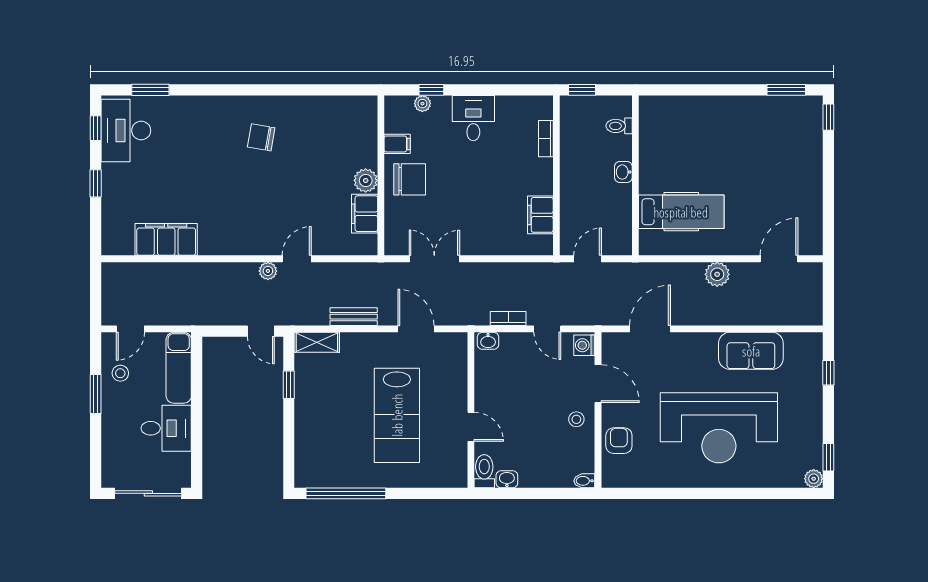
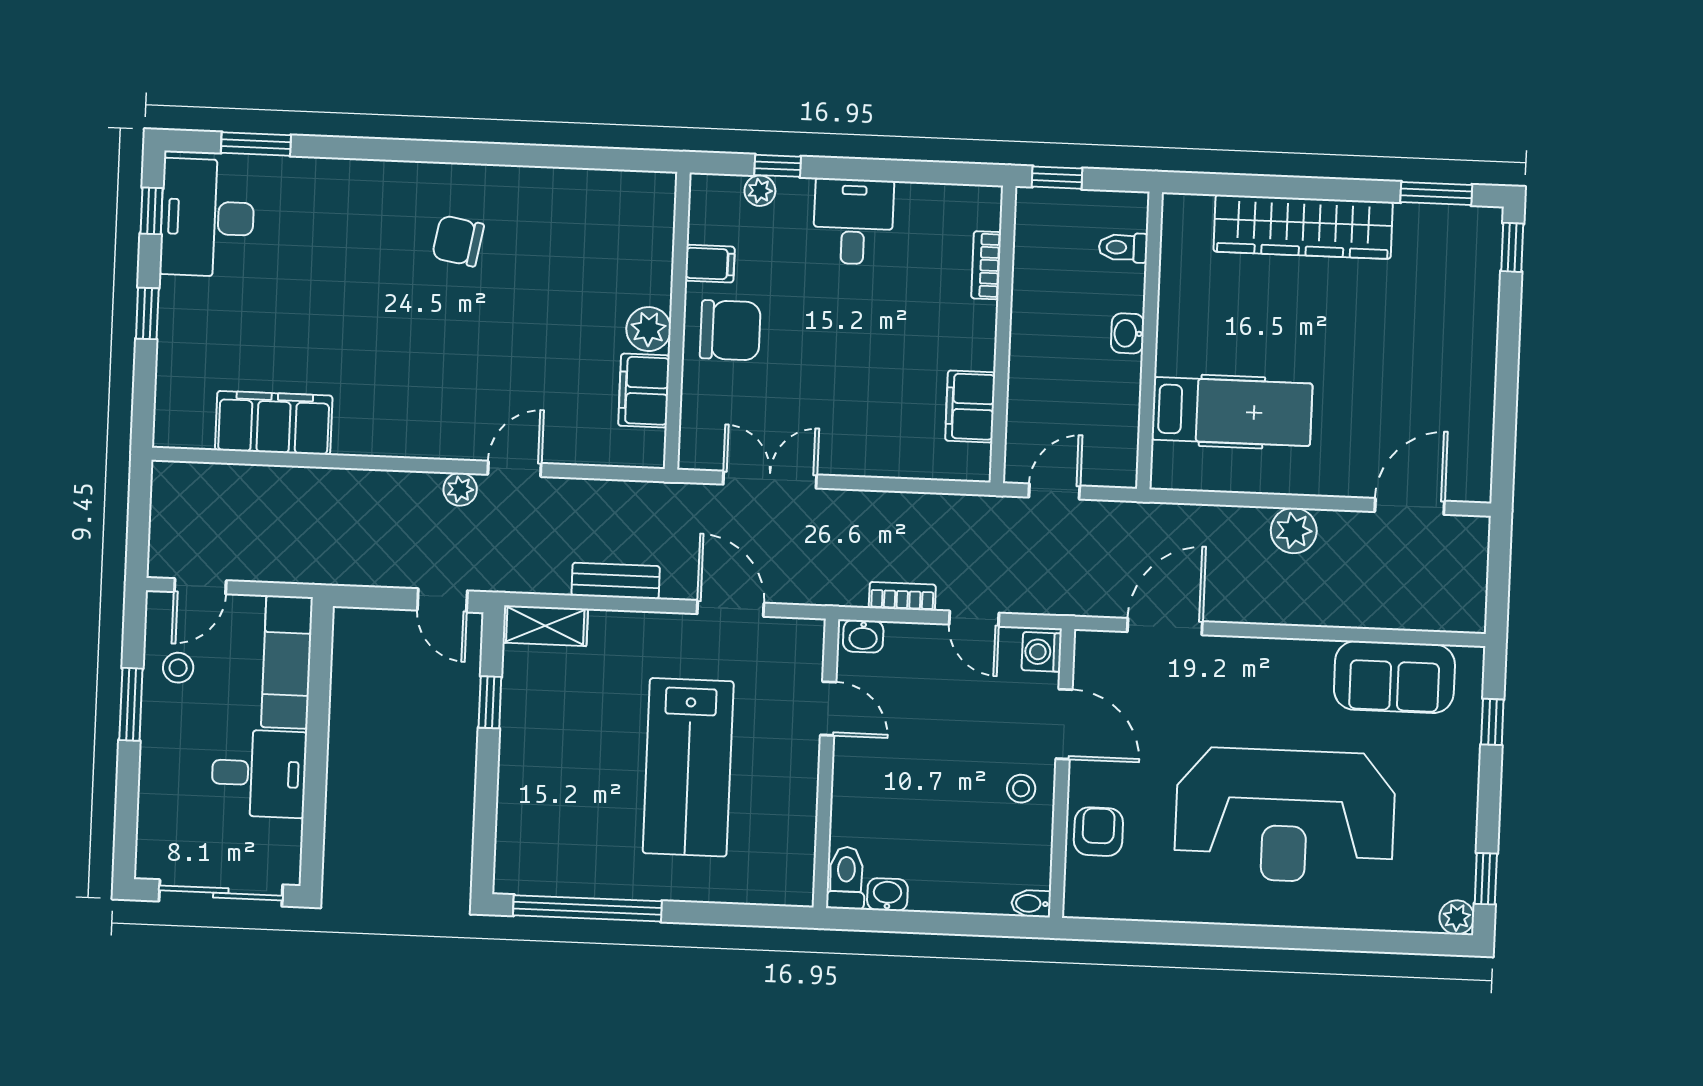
wardrobe: (715, 111) -> (1303, 227), added
sofa: (751, 351) -> (1394, 677), moved
door: (471, 427) -> (828, 709), moved

